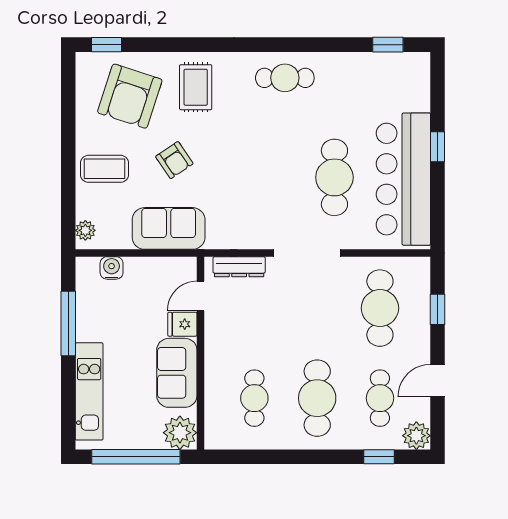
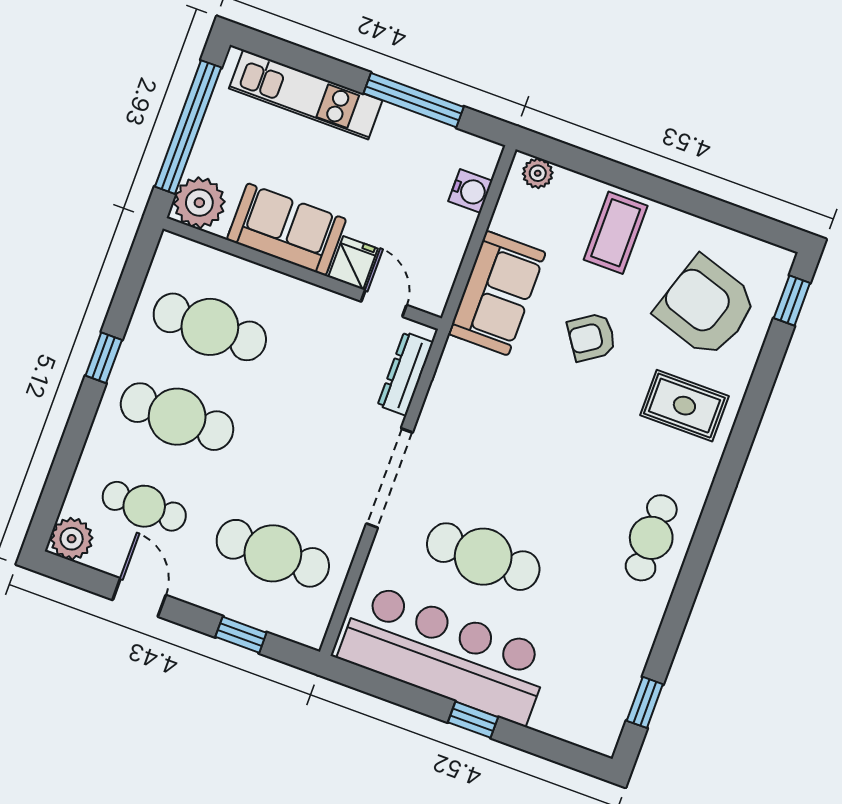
cafe table: (254, 398) -> (210, 327), width x1.37, depth x1.35
window: (379, 457) -> (104, 358), moved

